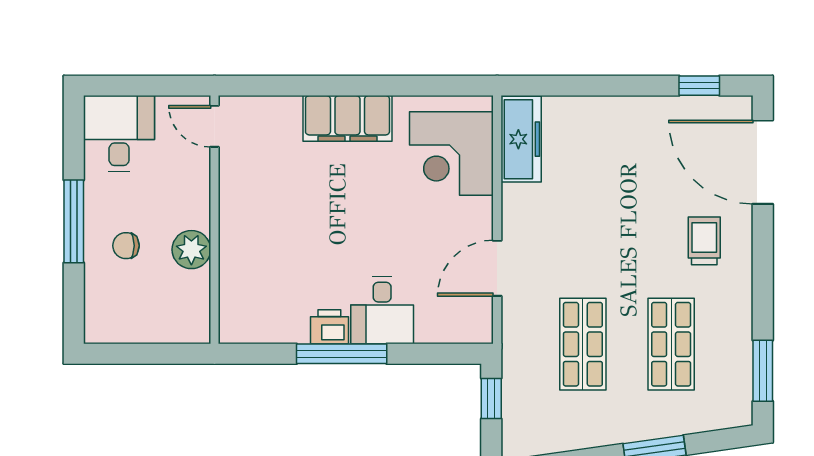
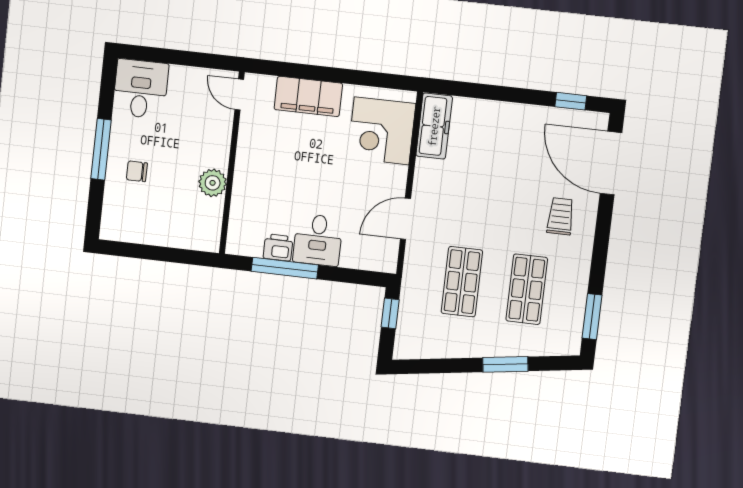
door: (214, 126) -> (239, 95), moved
wall: (214, 220) -> (232, 163), moved
plant: (191, 250) -> (213, 183), moved

